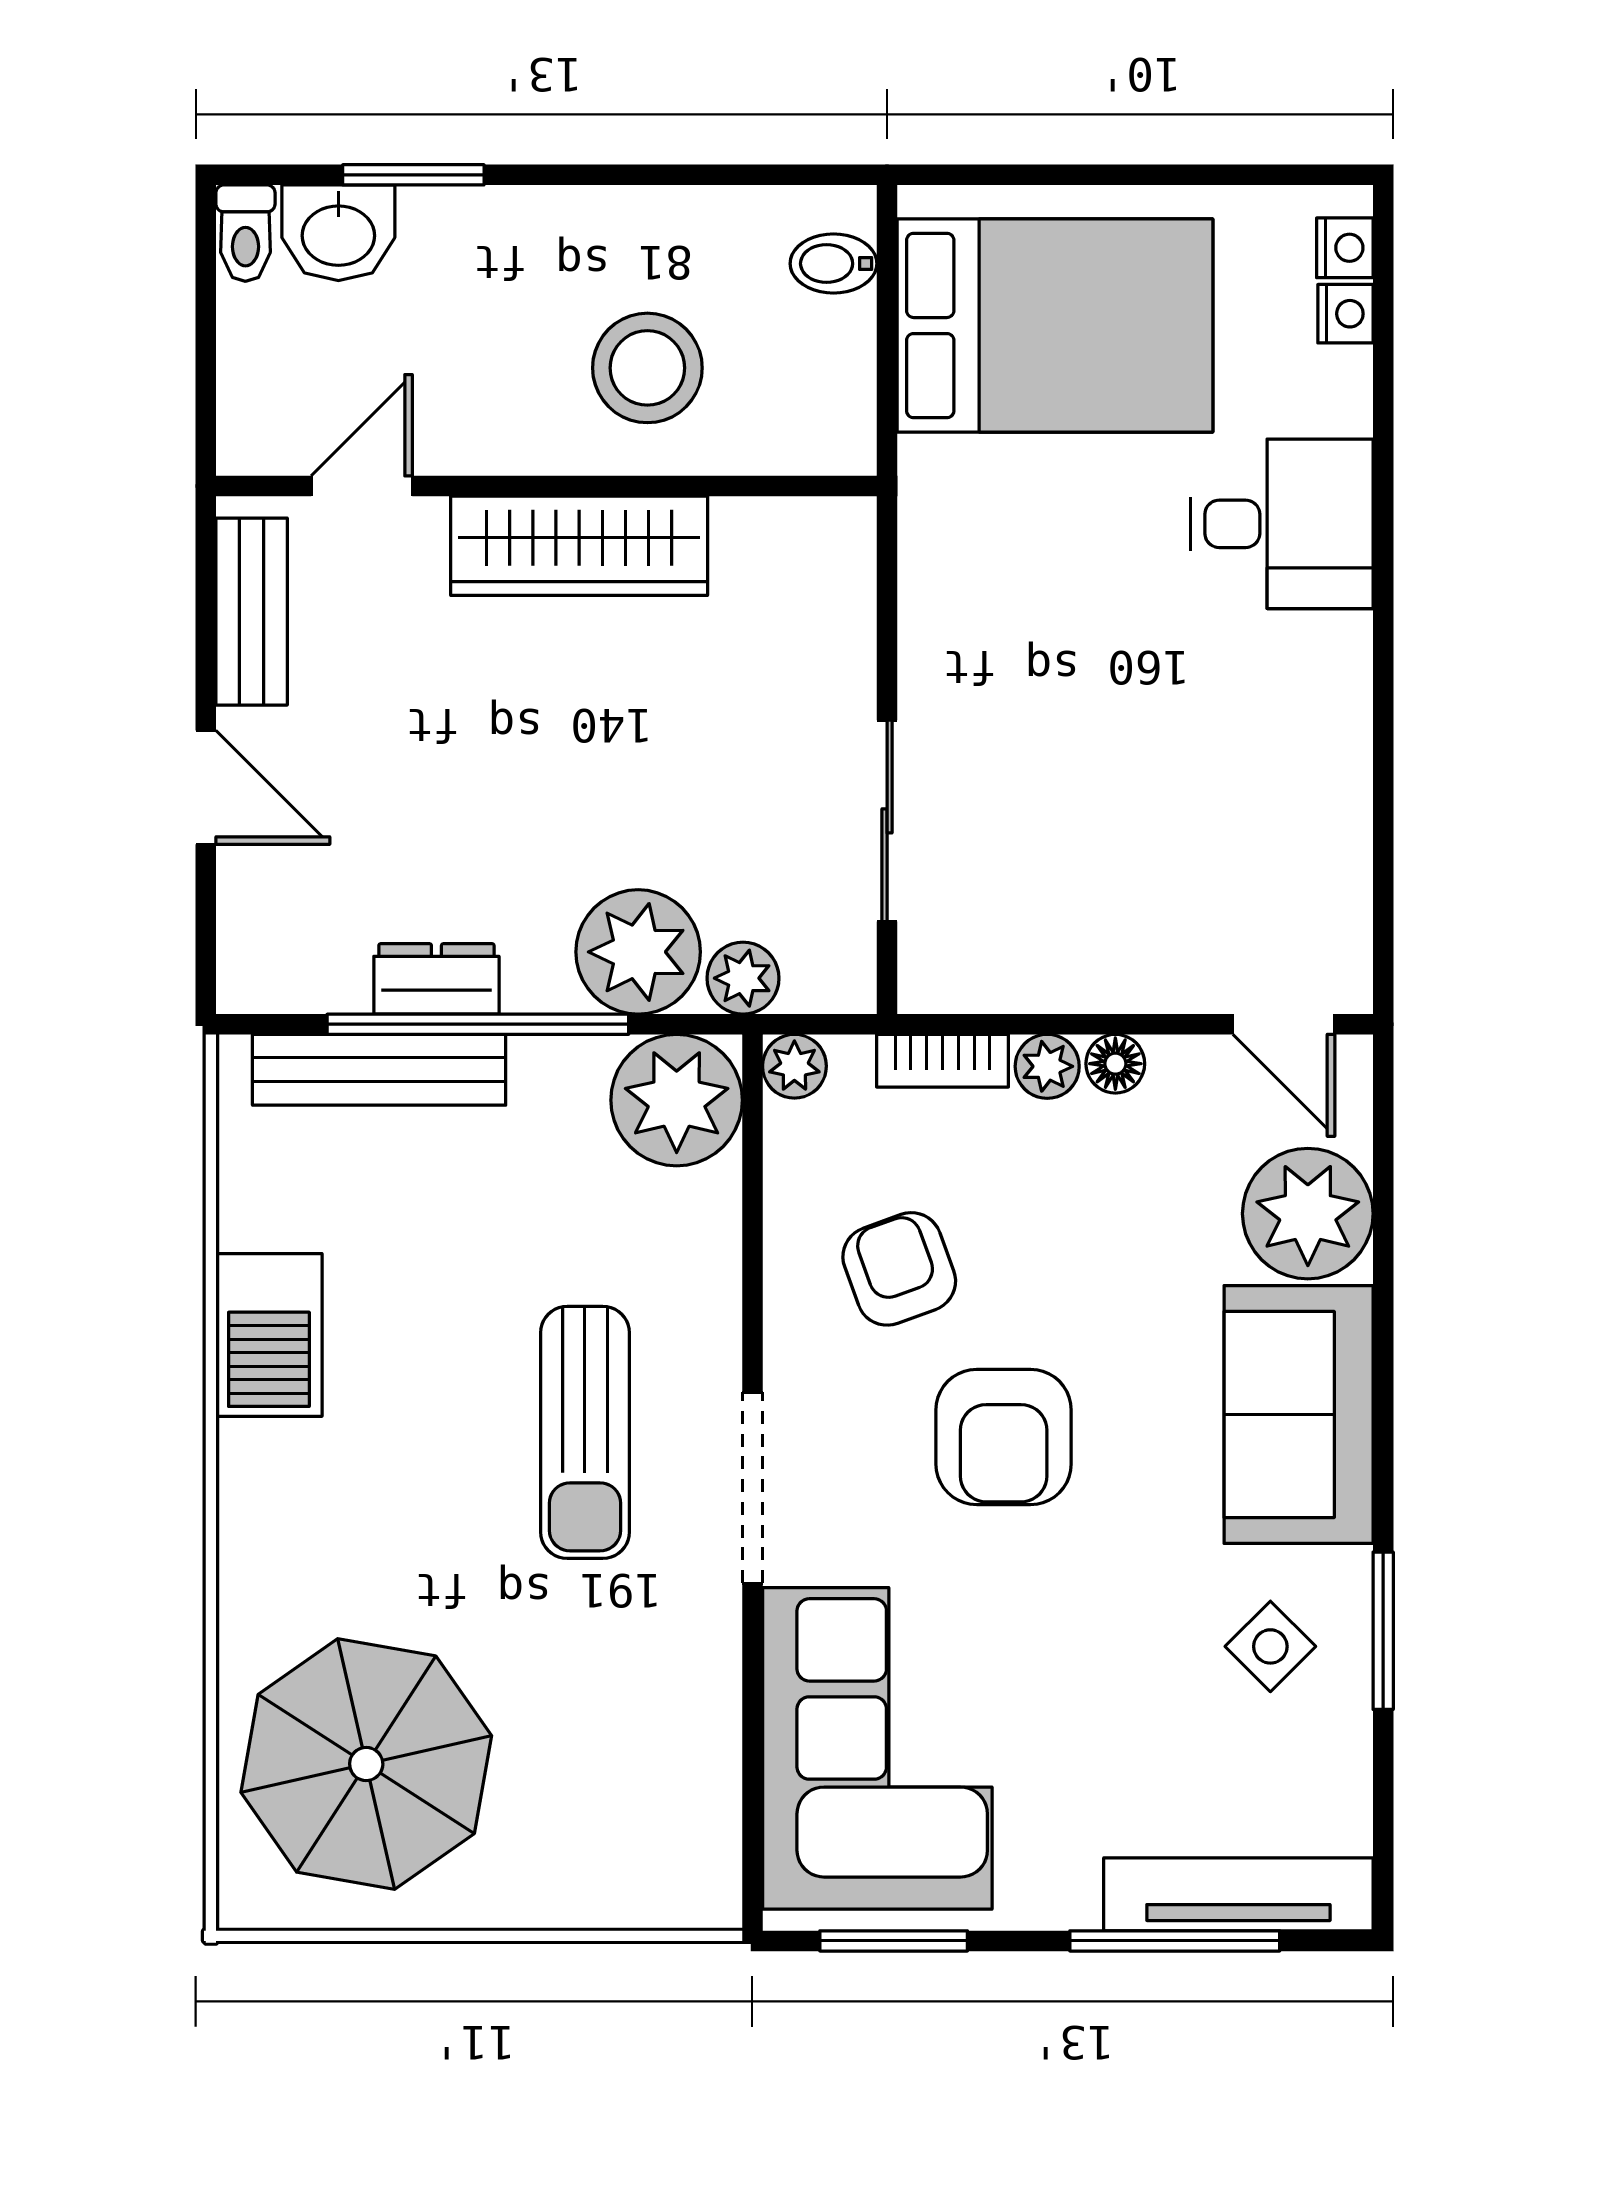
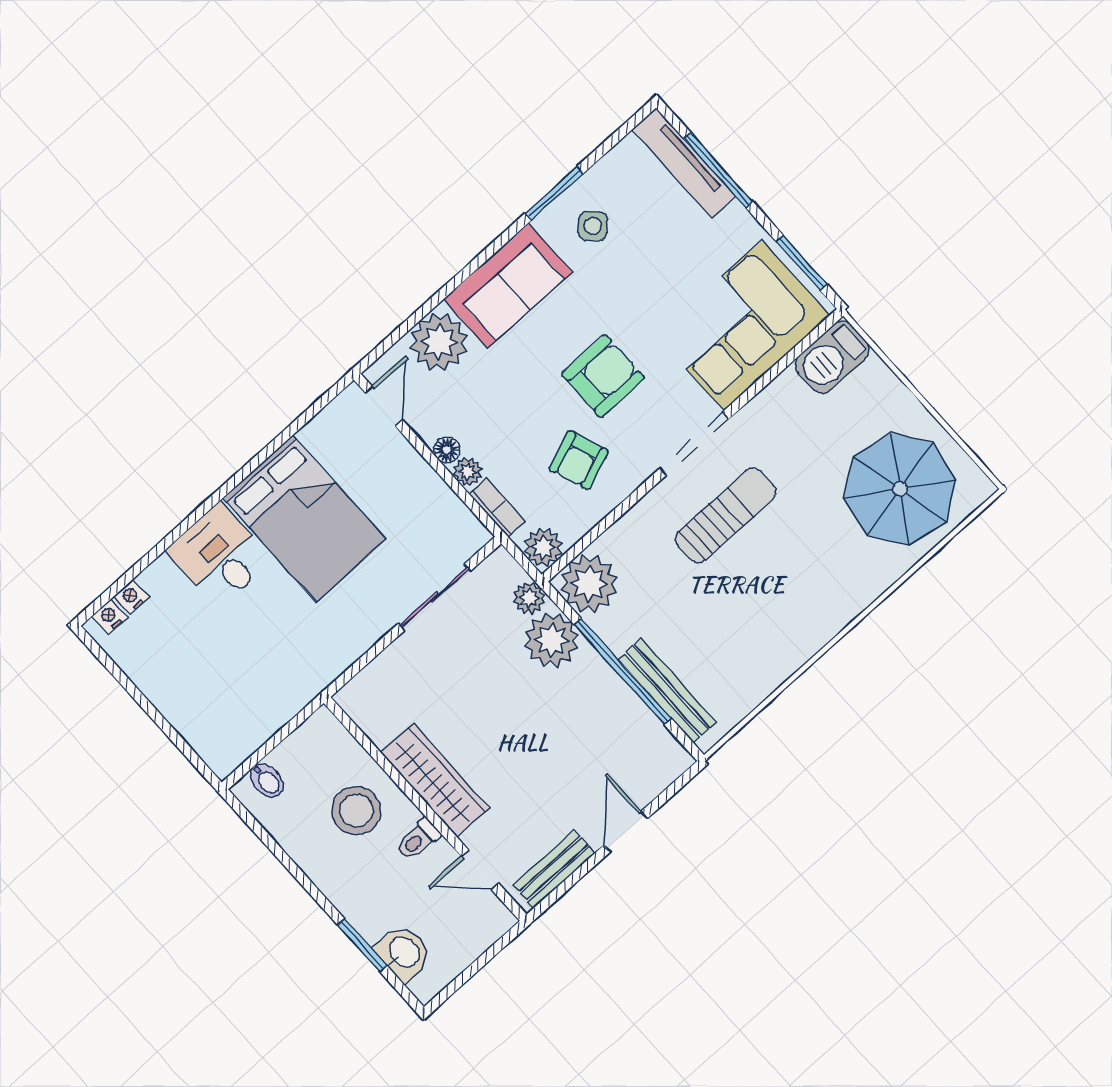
toilet: (245, 233) -> (418, 840), moved, turned 180
bed: (1055, 326) -> (304, 518), moved, turned 180
dresser: (436, 979) -> (620, 699), removed
plant: (794, 1066) -> (543, 547), width x1.38, depth x1.38
barbecue: (269, 1335) -> (832, 357), moved, turned 180

